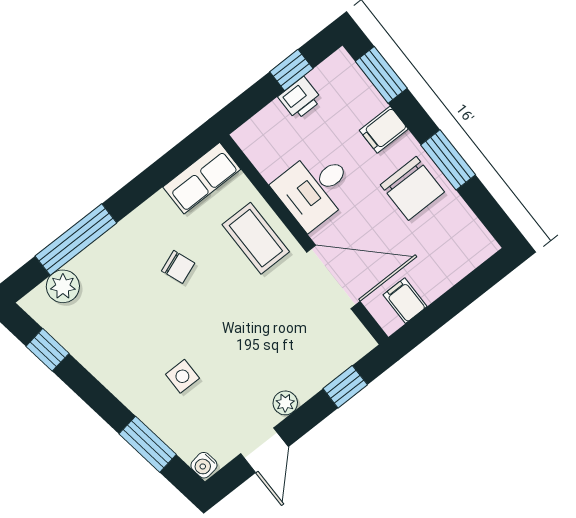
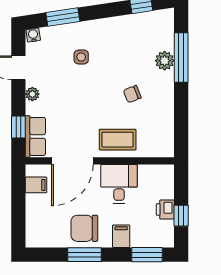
row of seats: (202, 178) -> (35, 136), moved, turned 180
plant: (63, 286) -> (165, 61), moved

